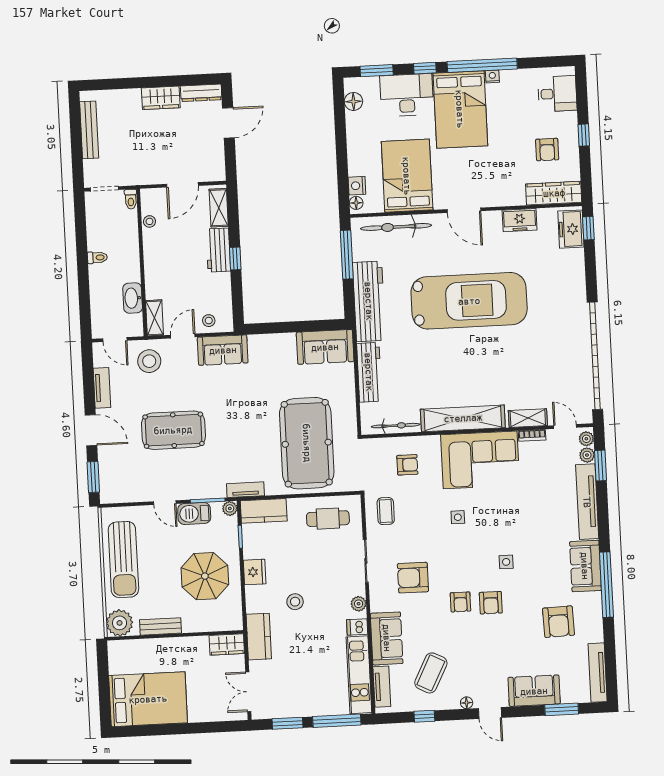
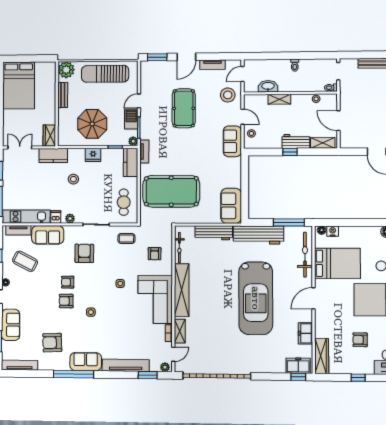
armchair: (547, 150) -> (360, 340), moved
shelving: (154, 318) -> (279, 99), moved
plant: (587, 455) -> (155, 367), removed

